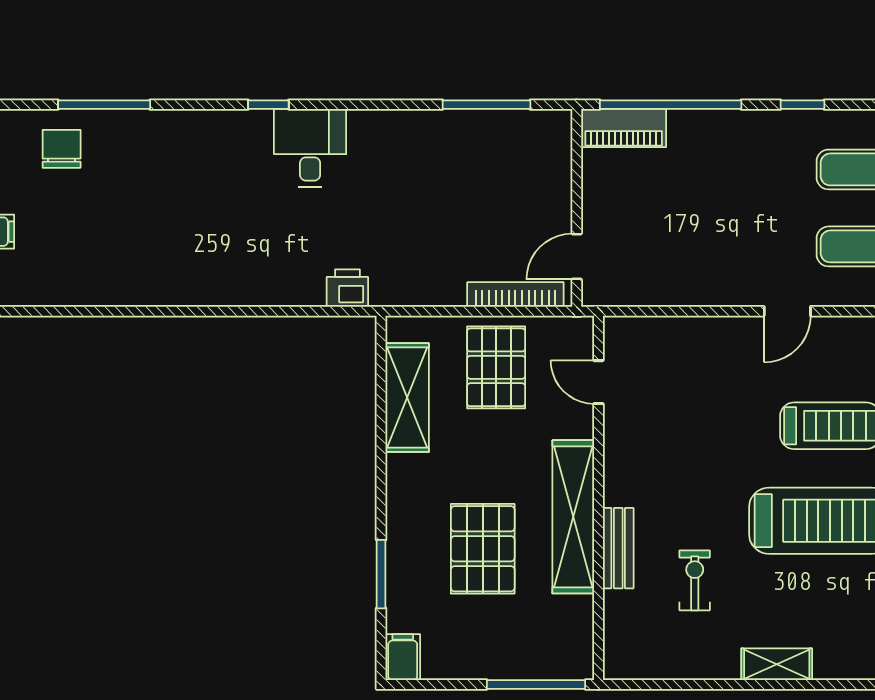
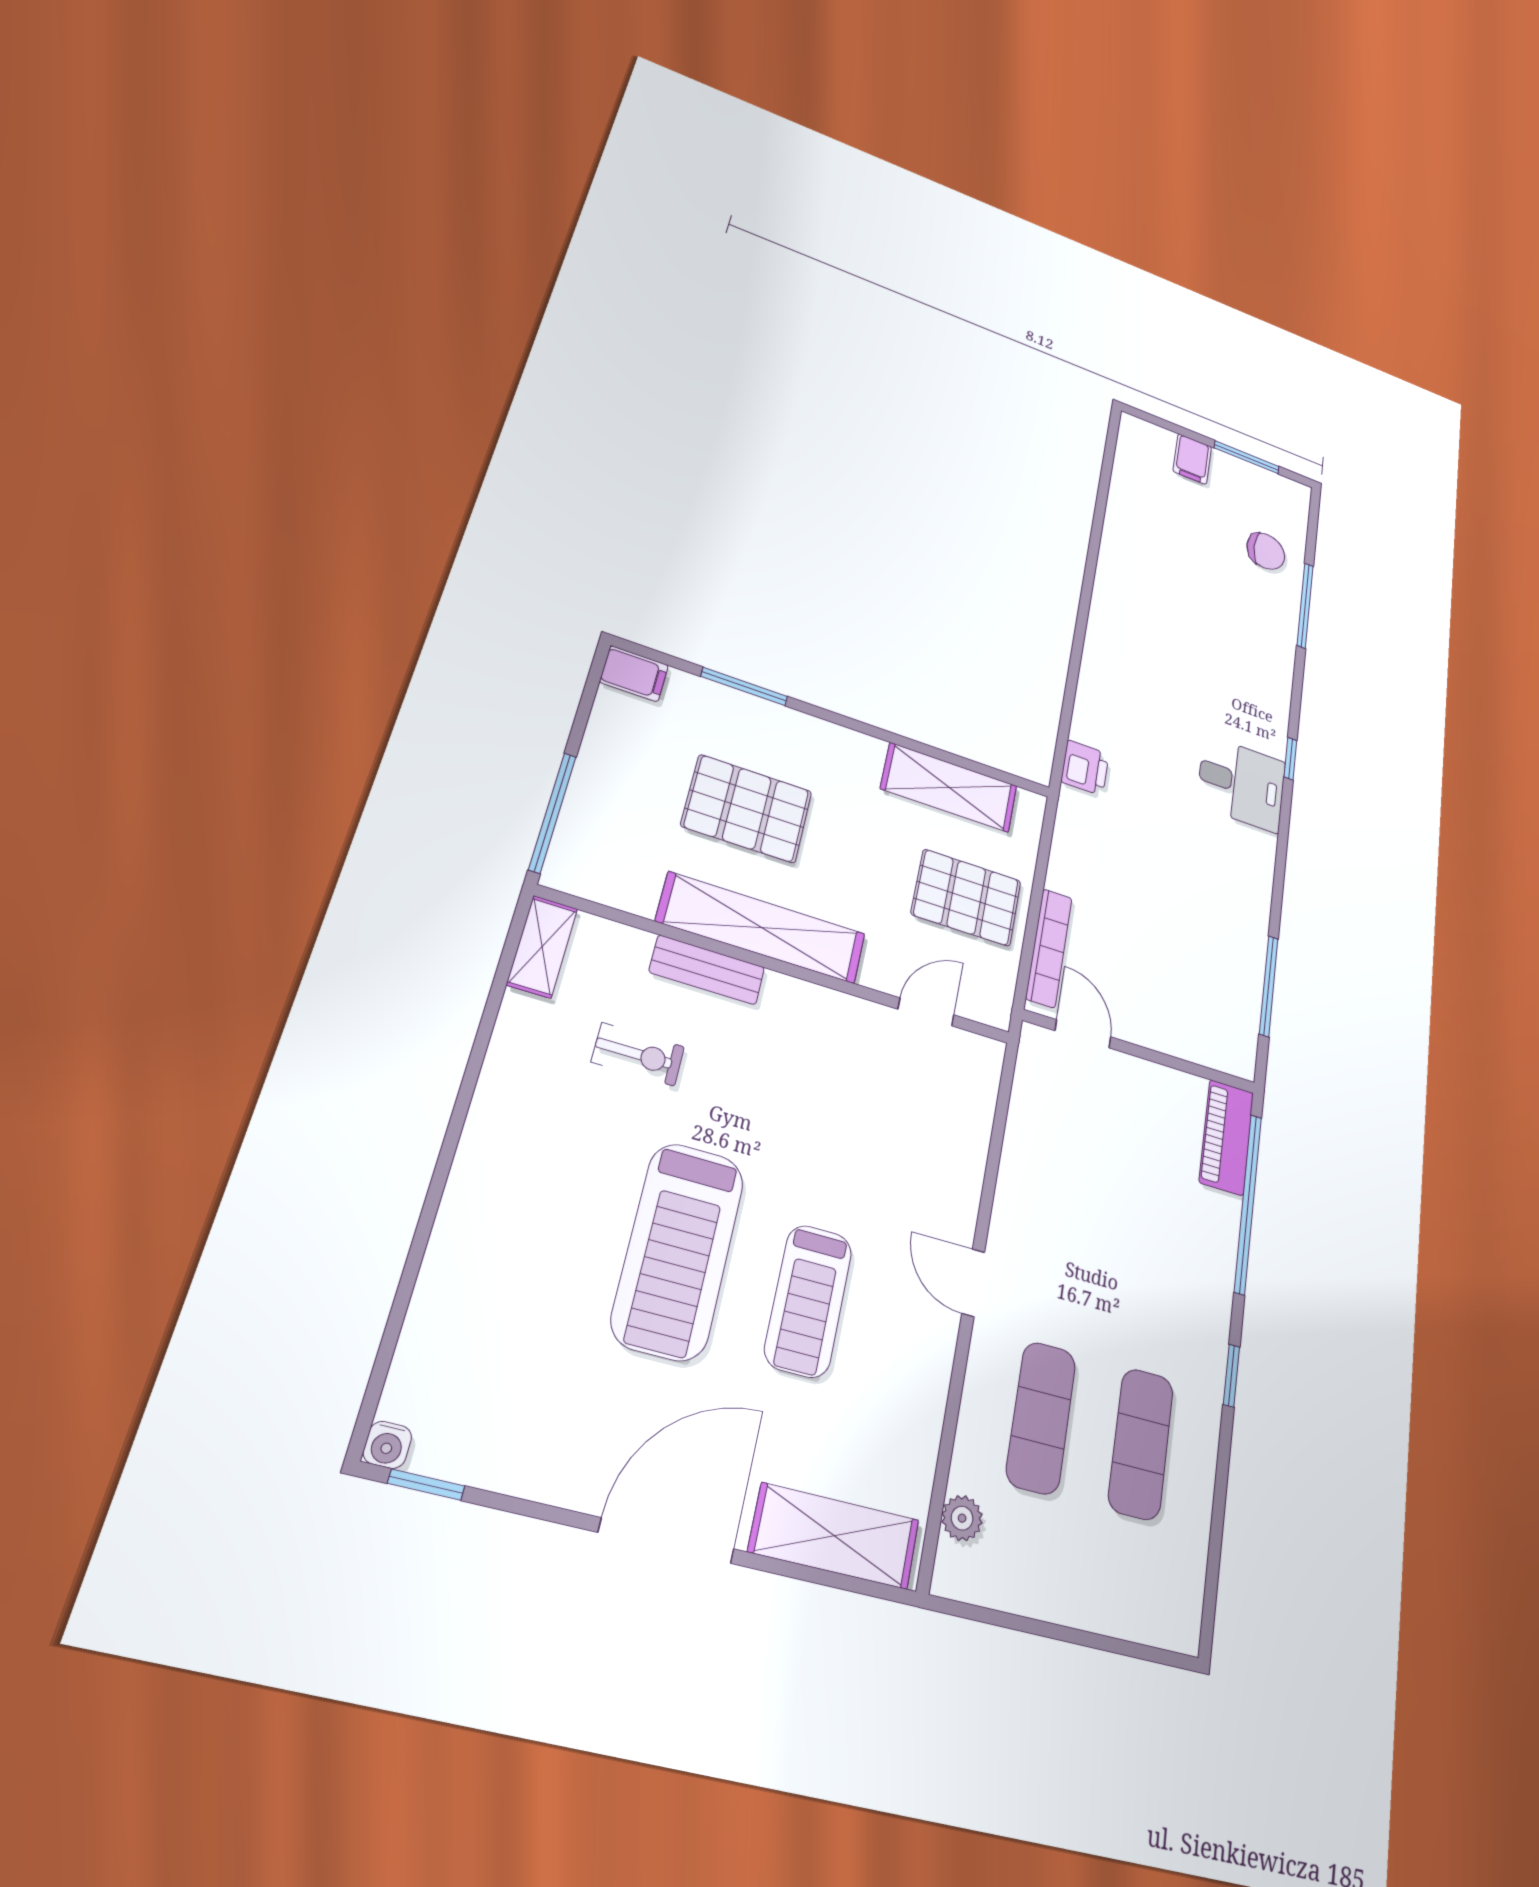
shelving: (777, 664) -> (542, 946), moved

